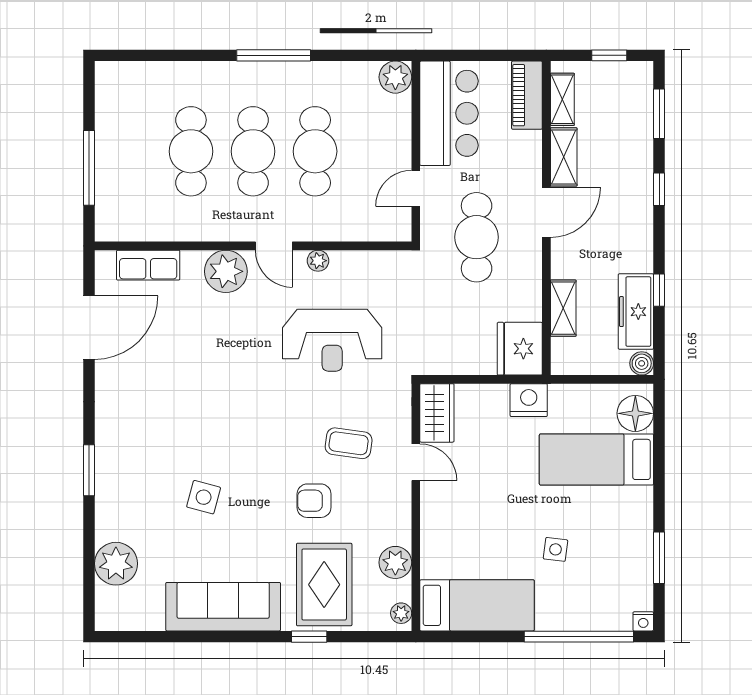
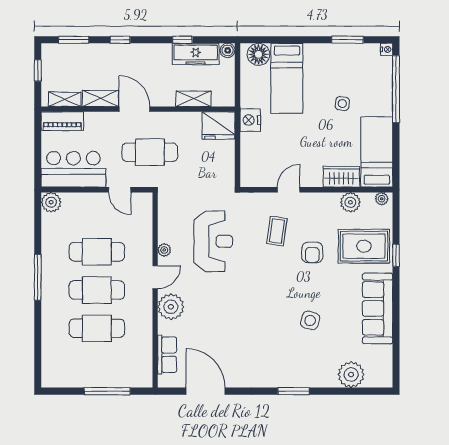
wardrobe: (437, 413) -> (341, 177), moved

